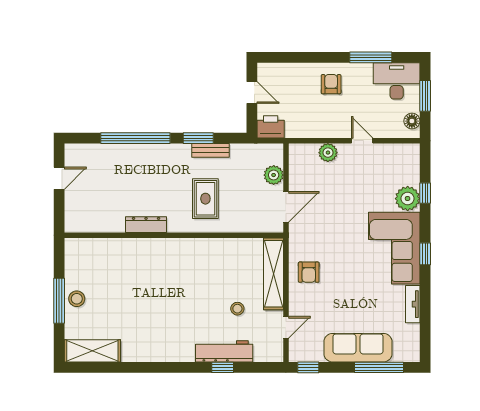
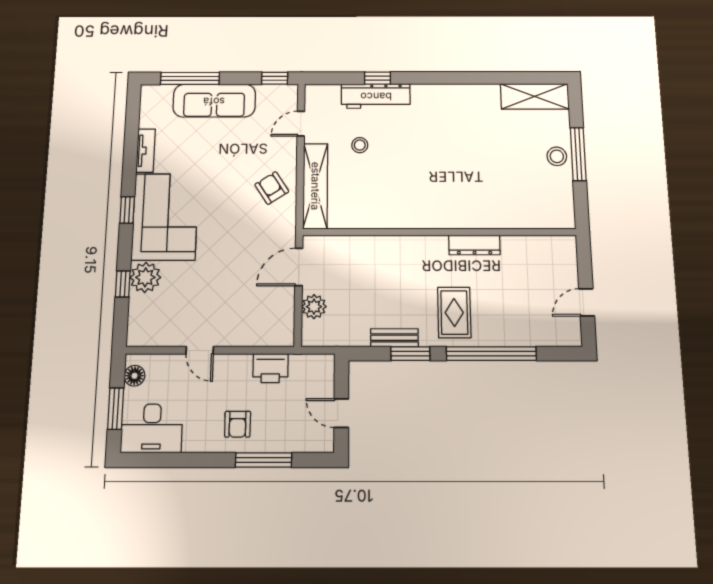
window: (371, 57) -> (264, 460), moved
printer: (271, 127) -> (270, 368), moved
plant: (328, 153) -> (244, 335), removed
rug: (205, 199) -> (454, 313), moved
armchair: (309, 272) -> (272, 188), turned -33

